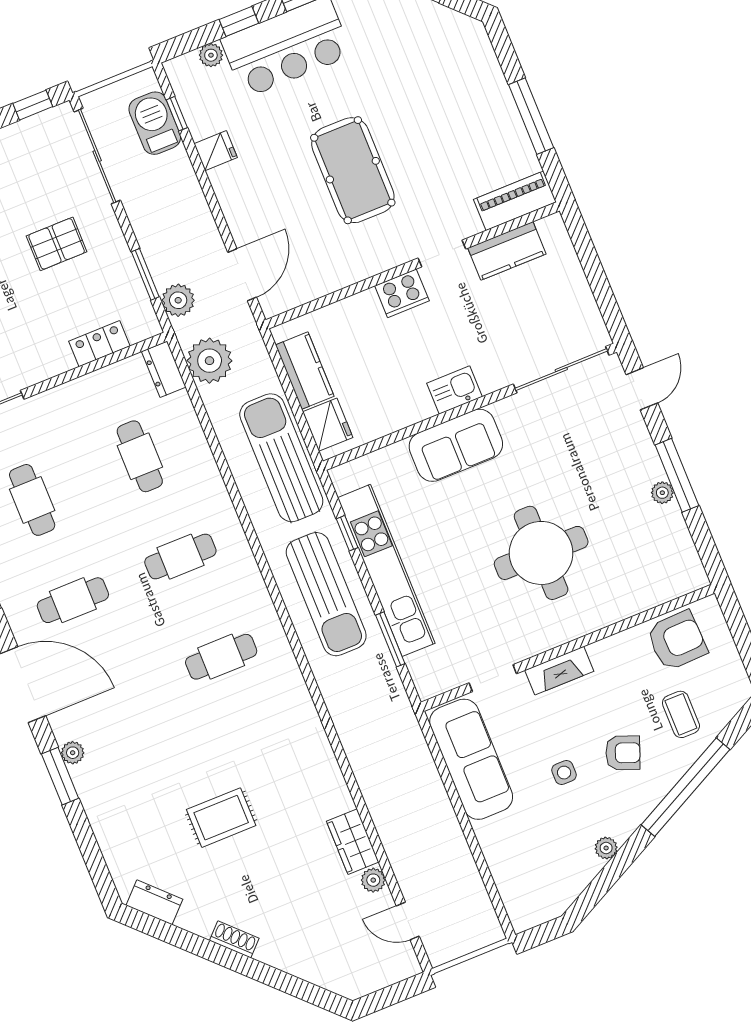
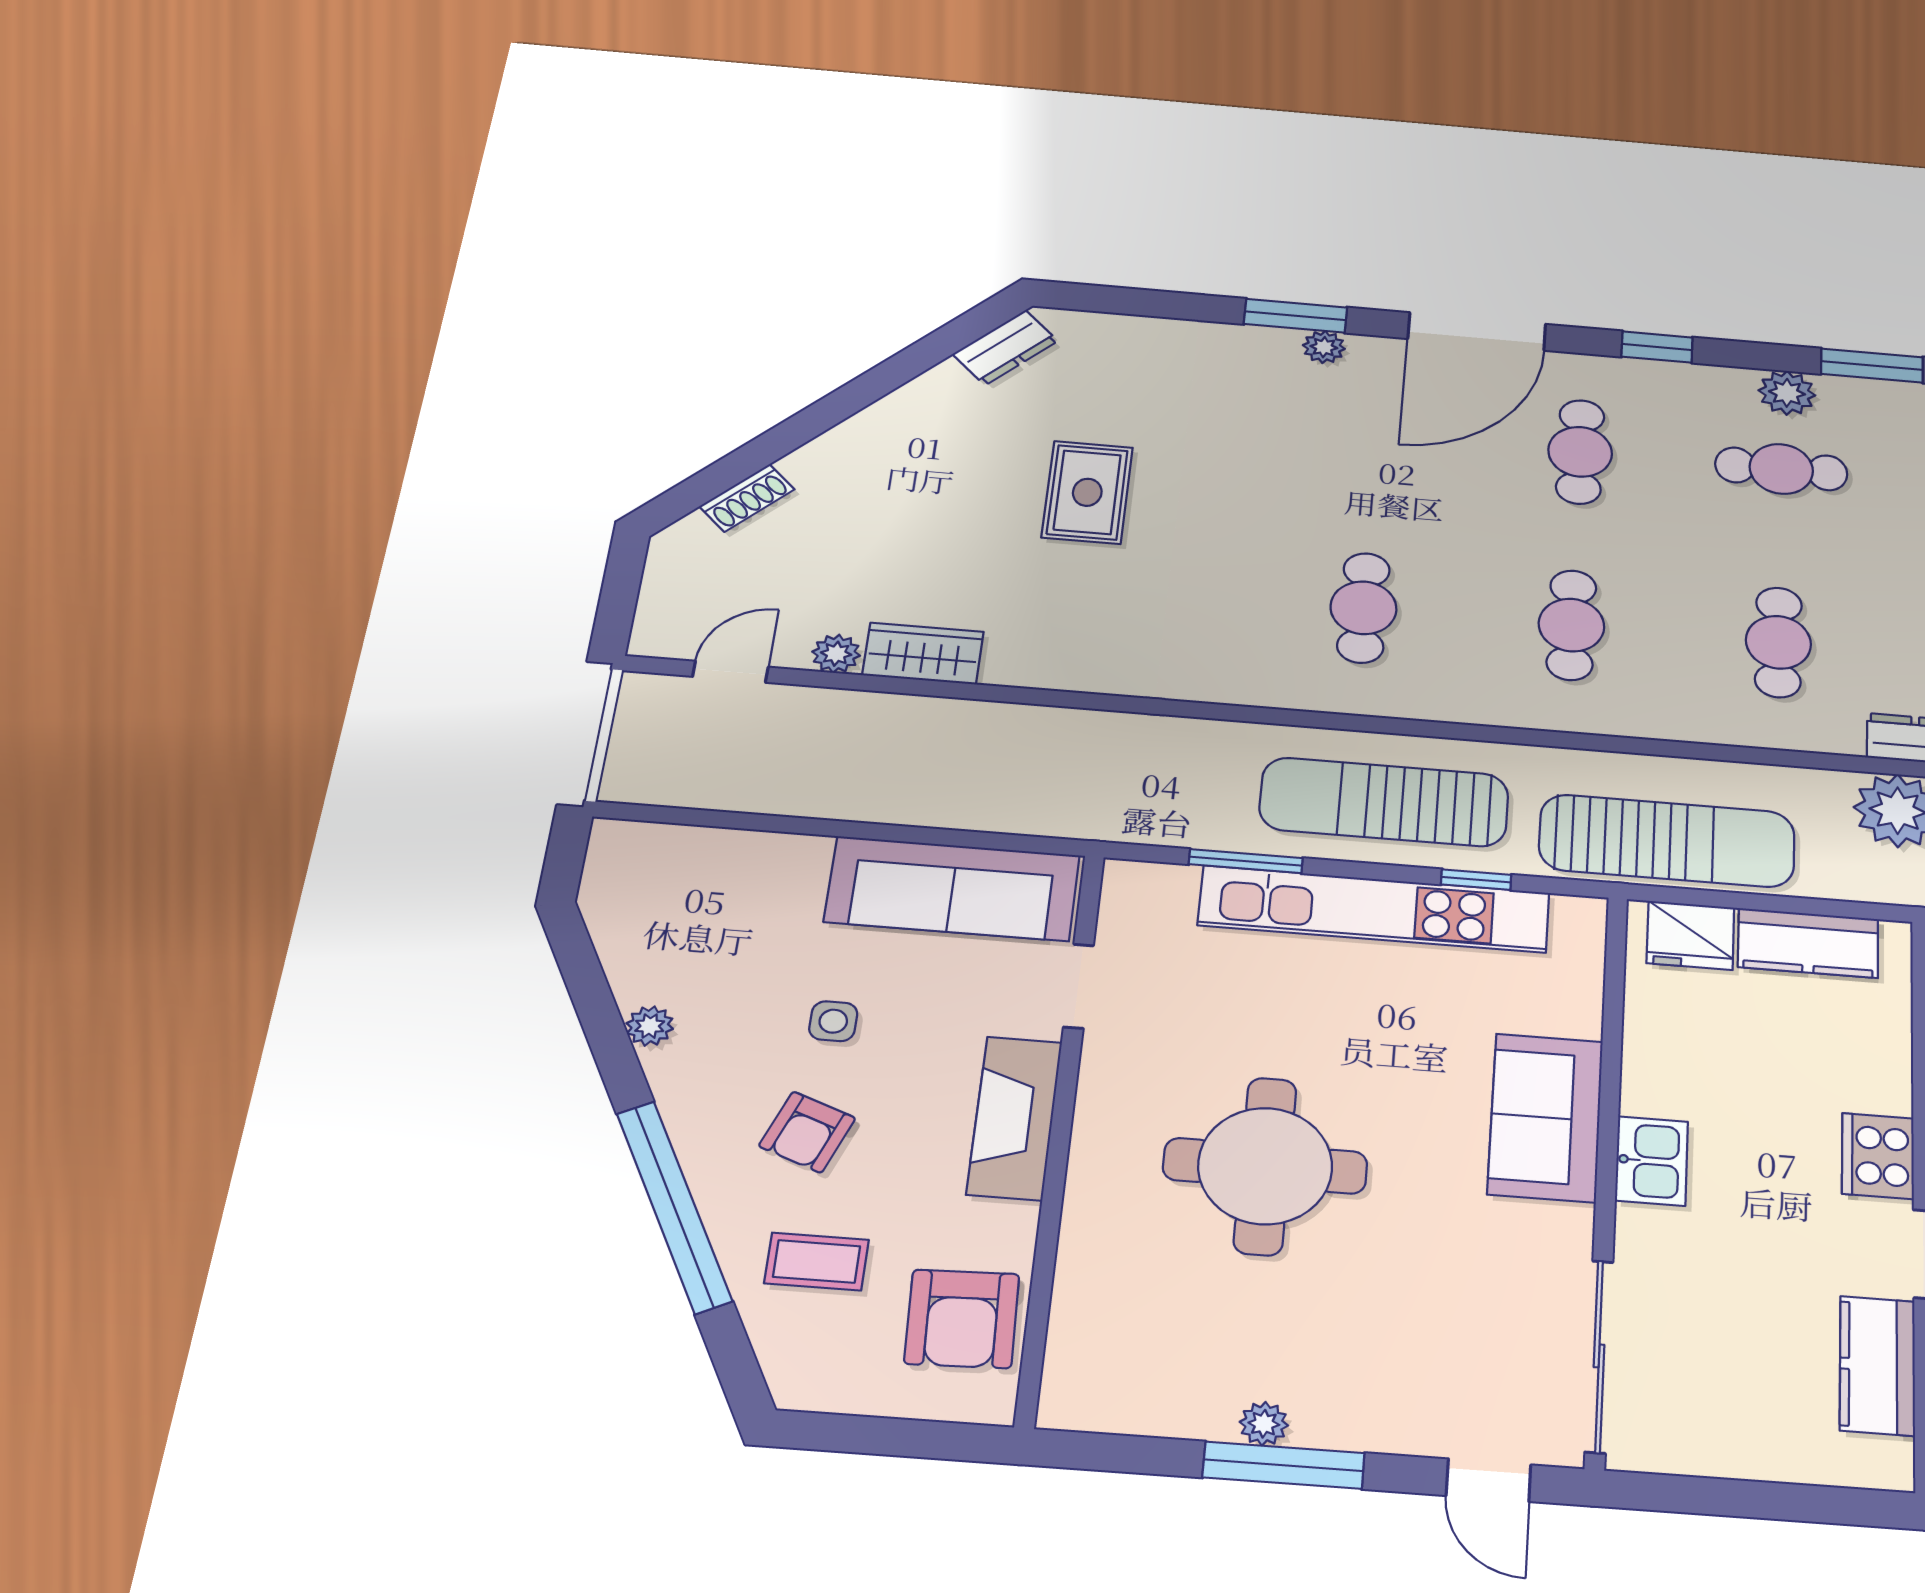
cafe table: (140, 456) -> (1778, 642), turned 90
fireplace: (559, 671) -> (1015, 1118), width x1.37, depth x1.32
shoe rack: (234, 939) -> (747, 498), moved

